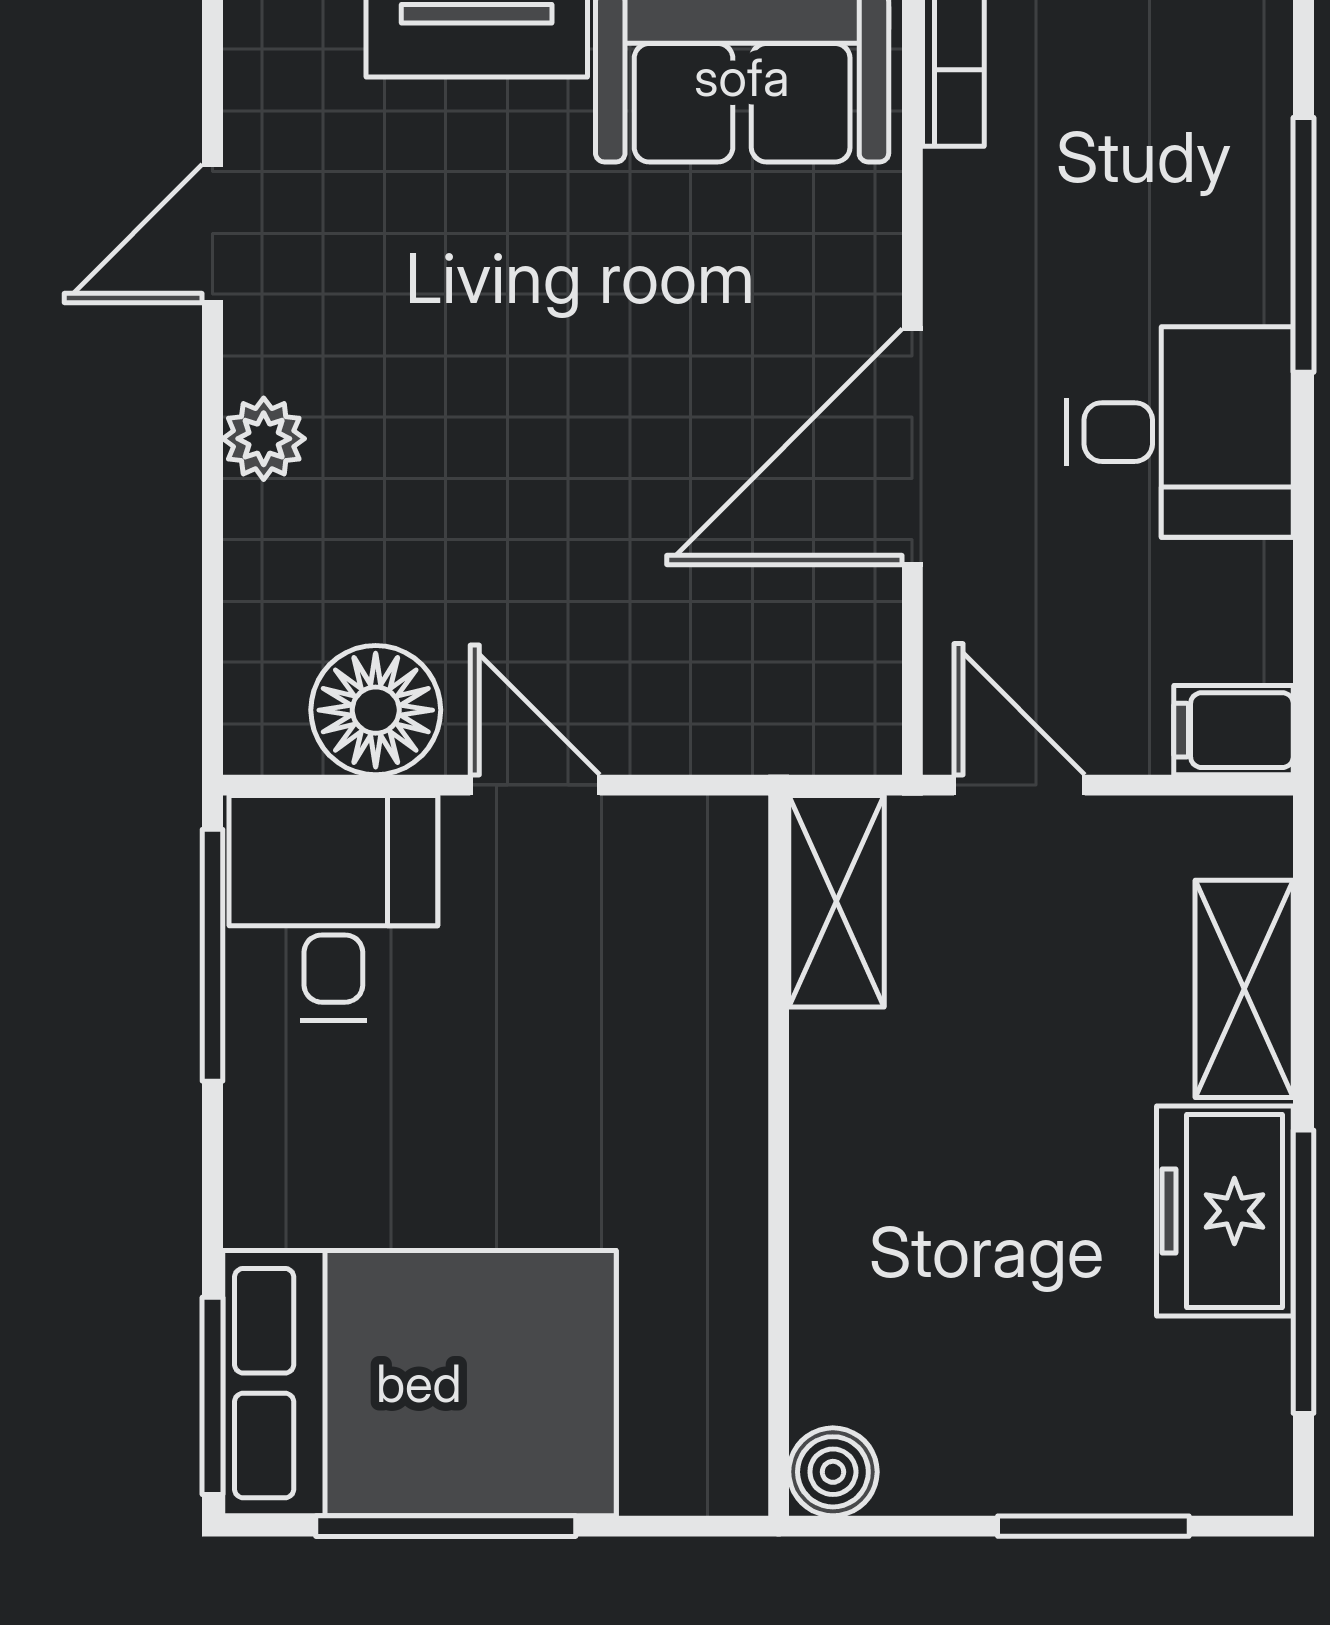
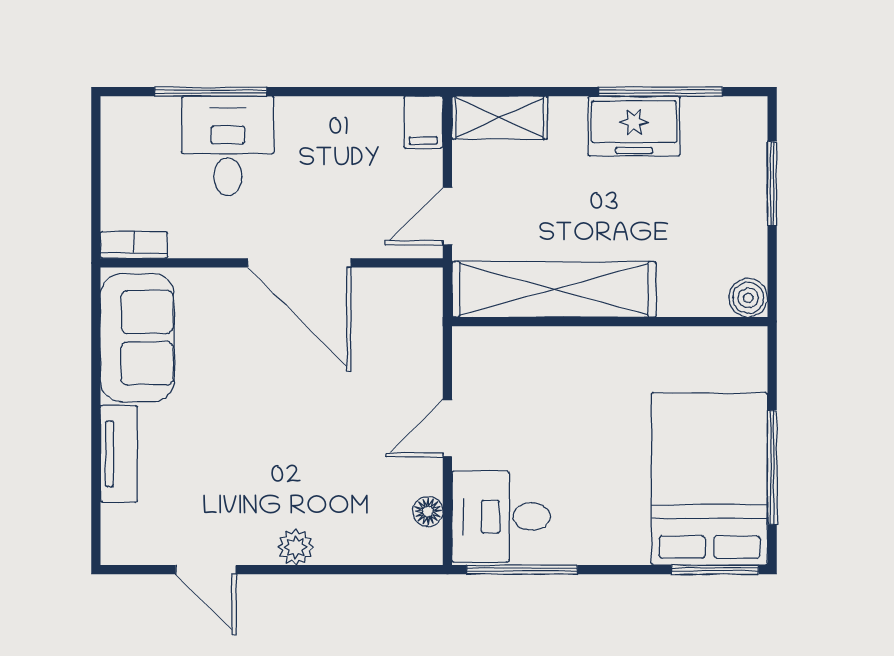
desk: (1180, 432) -> (228, 146), moved
floor lamp: (376, 710) -> (428, 511), width x0.53, depth x0.53
shelving: (837, 901) -> (554, 289), width x2.20, depth x1.33
shelving: (1244, 989) -> (500, 118), moved

